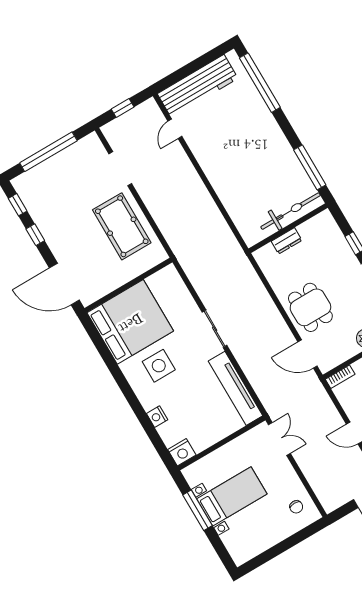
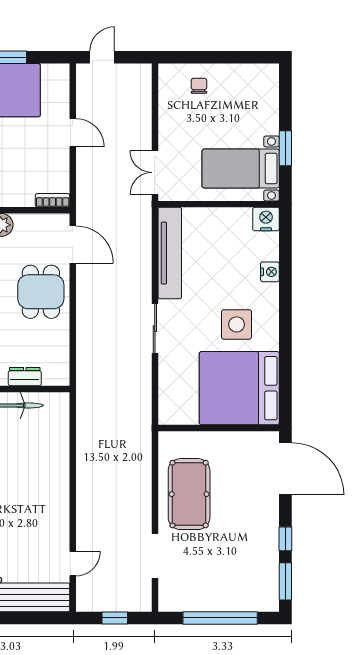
window: (18, 205) -> (285, 581), width x1.50
bed with nightstands: (232, 496) -> (241, 168), moved
chair: (296, 507) -> (199, 86), moved
window: (198, 510) -> (285, 148), width x0.69

